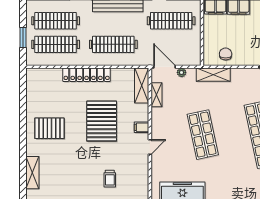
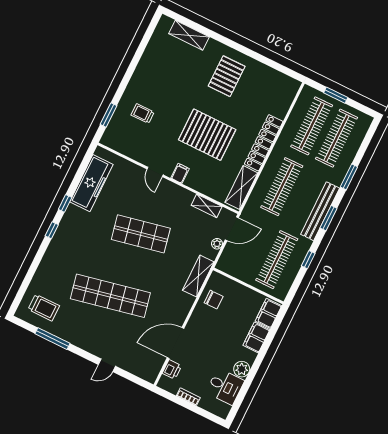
shelving: (142, 85) -> (241, 188), moved, turned 90

